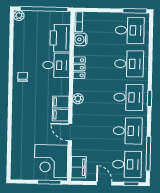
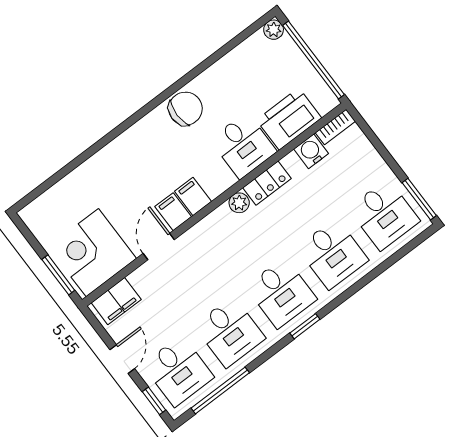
chair: (23, 77) -> (185, 109), width x1.87, depth x1.87
plant: (78, 99) -> (239, 203), moved

